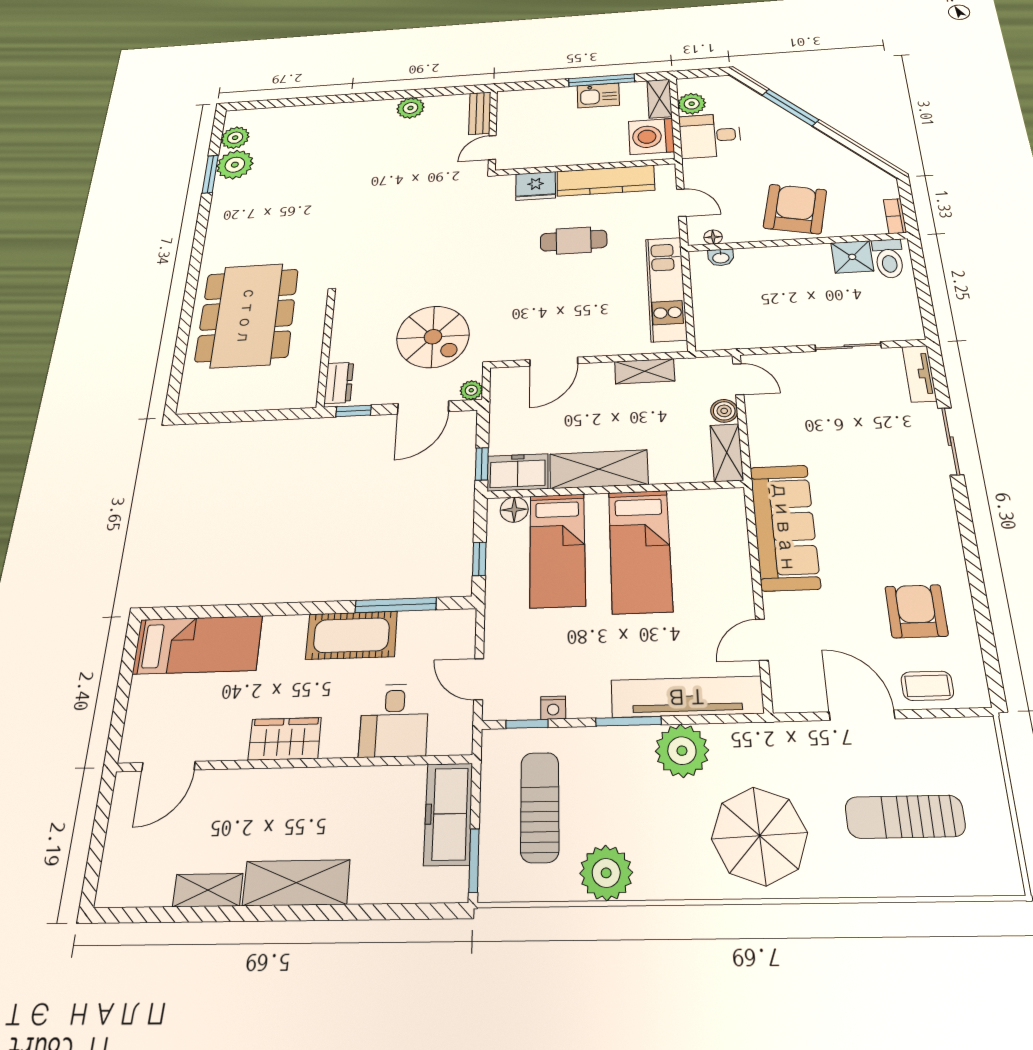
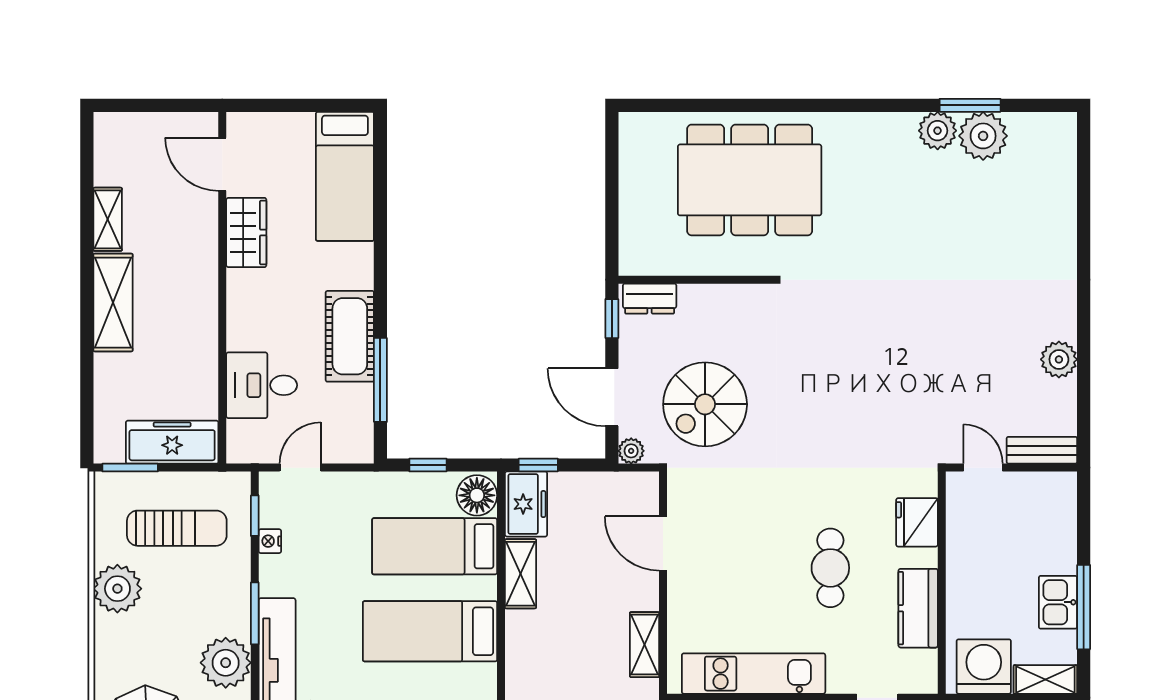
plant: (235, 138) -> (938, 131), moved
kitchen counter: (606, 181) -> (918, 608), width x0.67
shelving: (599, 469) -> (520, 574), width x0.67, depth x0.75
floor lamp: (514, 510) -> (477, 495), width x1.38, depth x1.38
wardrobe: (285, 739) -> (246, 233), moved

